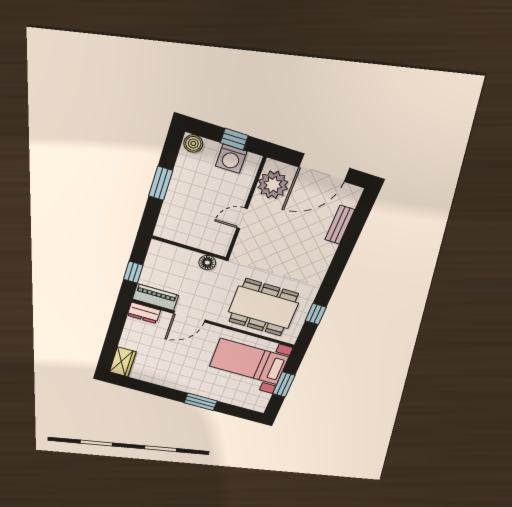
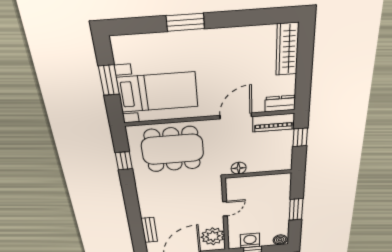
wardrobe: (123, 362) -> (287, 49), width x1.50

